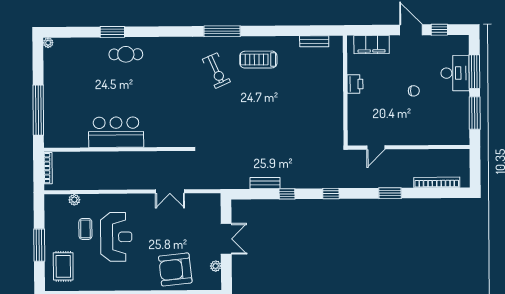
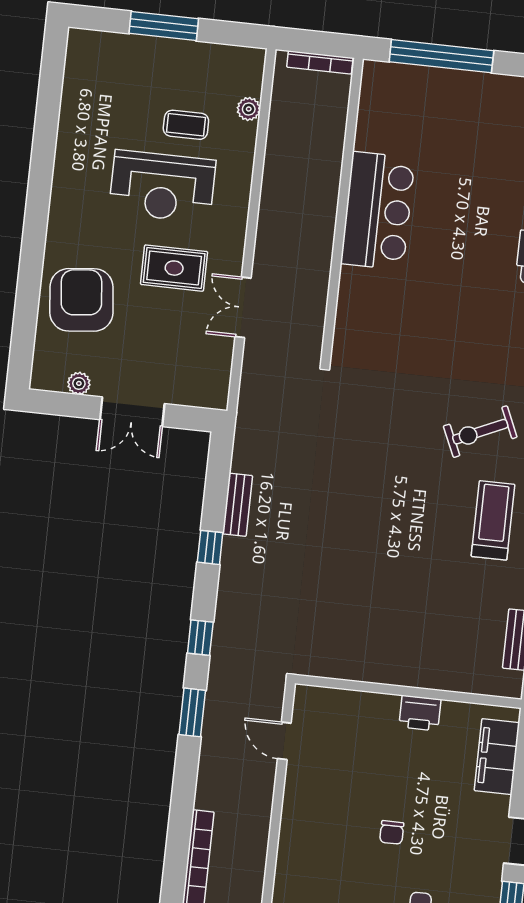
window: (390, 193) -> (192, 712), moved
rug: (63, 266) -> (174, 268), moved

